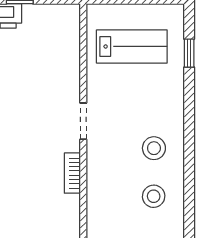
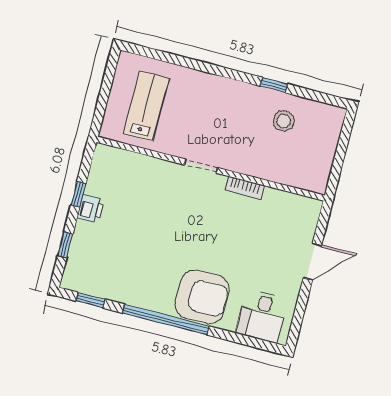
window: (189, 53) -> (274, 85), moved
stool: (154, 148) -> (241, 110), removed

